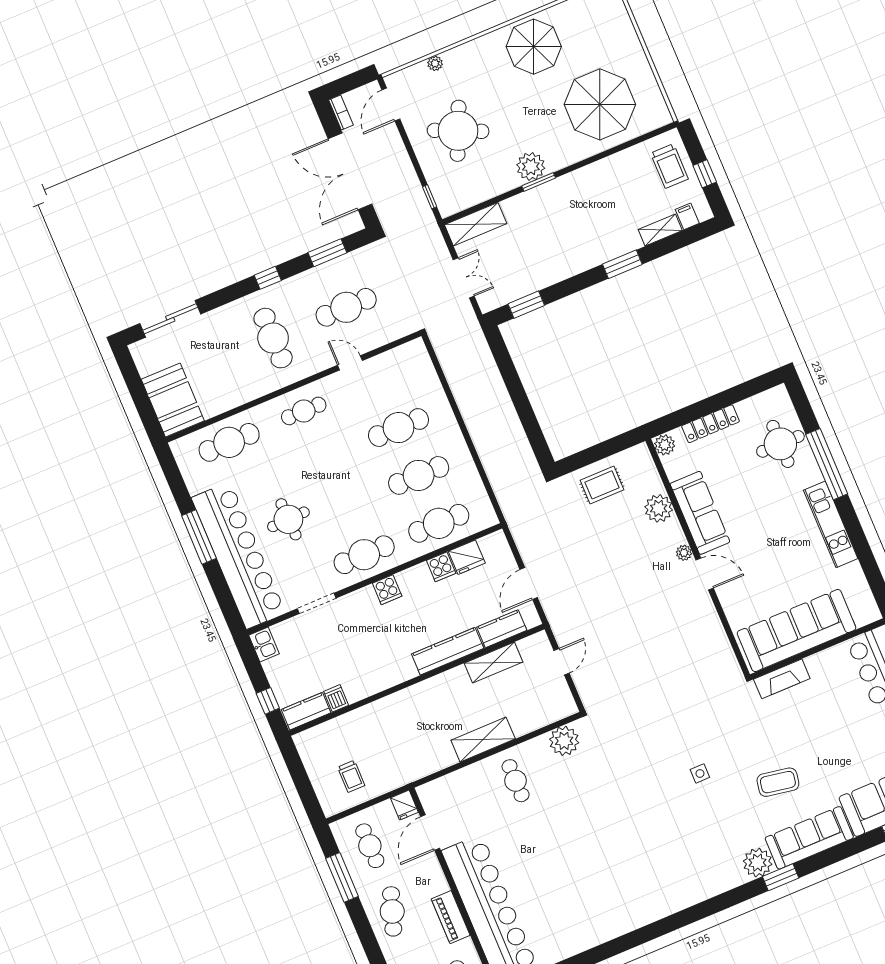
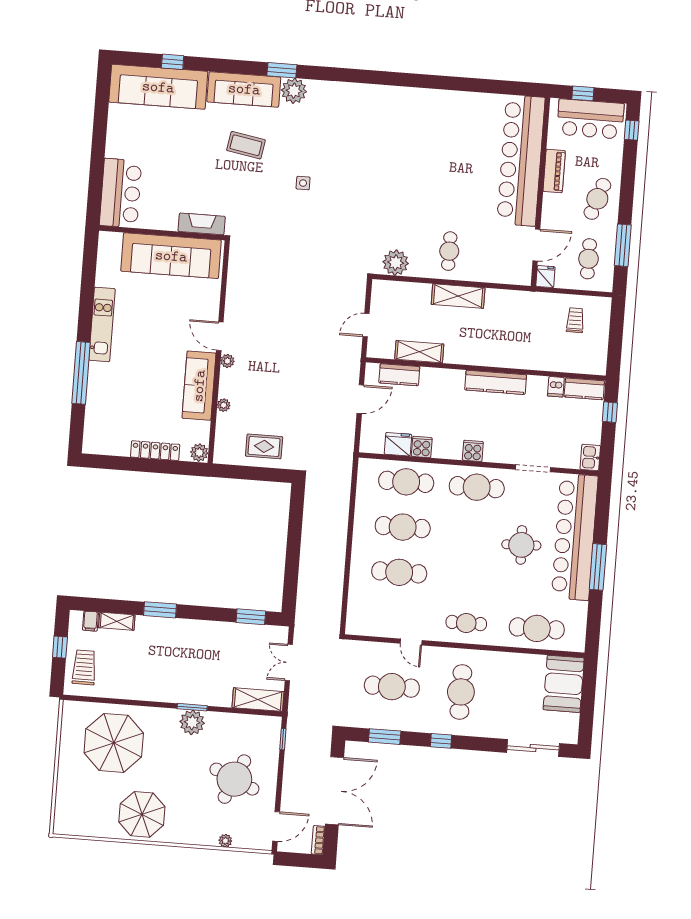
round table: (780, 444) -> (109, 407), removed
plant: (659, 508) -> (224, 405), width x0.53, depth x0.53
kitchen counter: (448, 651) -> (496, 382), moved

